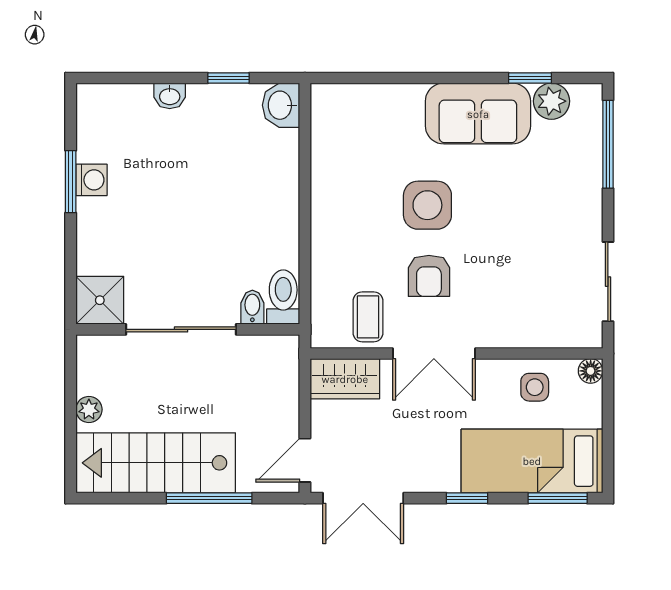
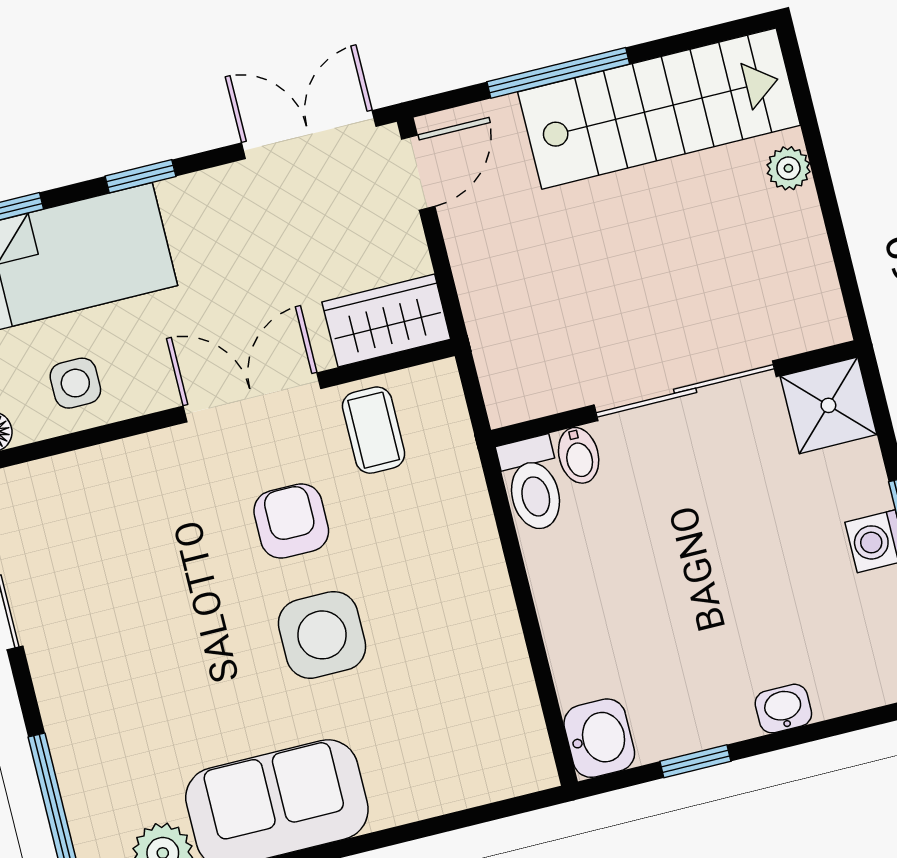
toilet: (283, 297) -> (533, 484), moved
shower: (100, 300) -> (828, 405), moved
bidet: (252, 307) -> (579, 455), moved
sliding door: (181, 329) -> (685, 391), moved
wall: (188, 329) -> (674, 393), moved

